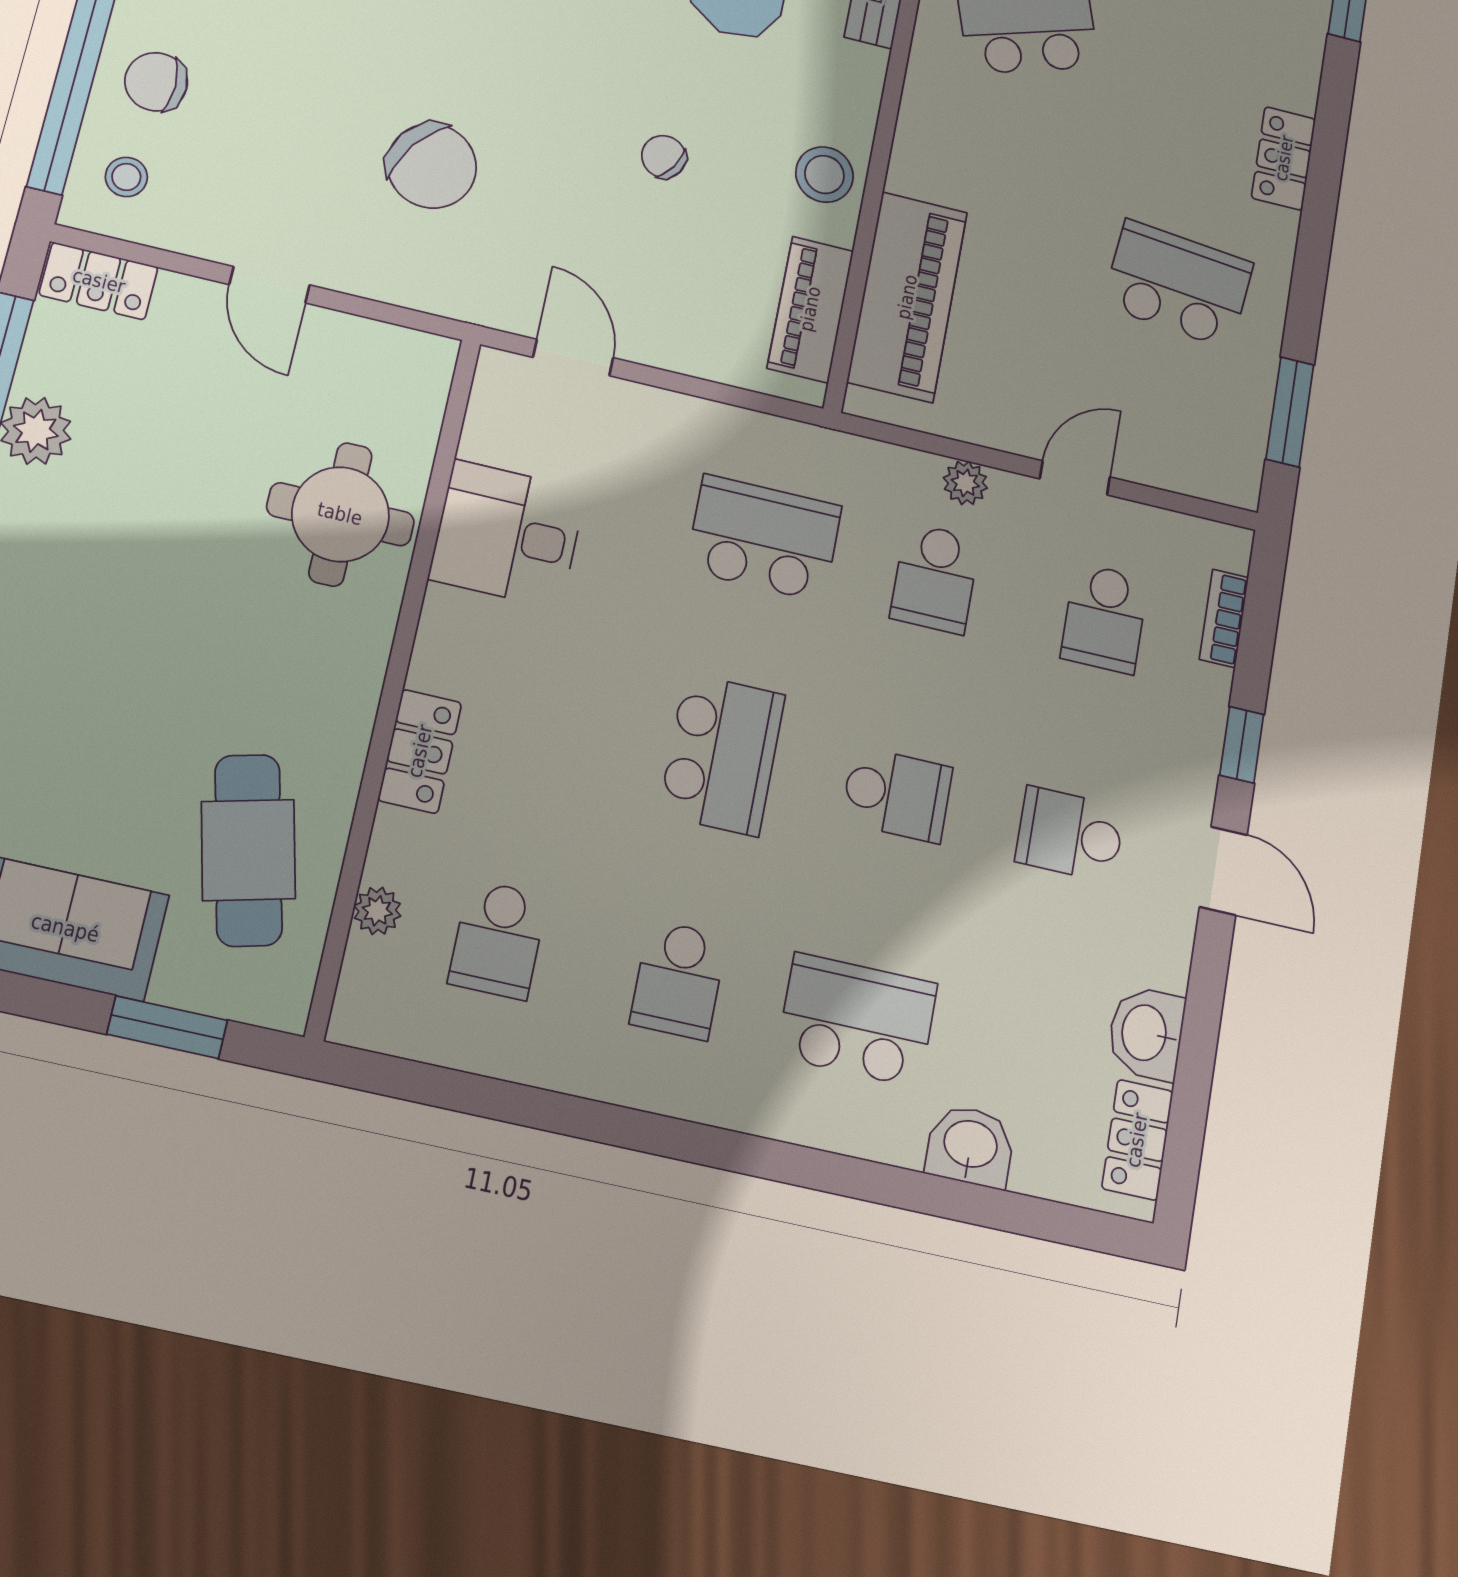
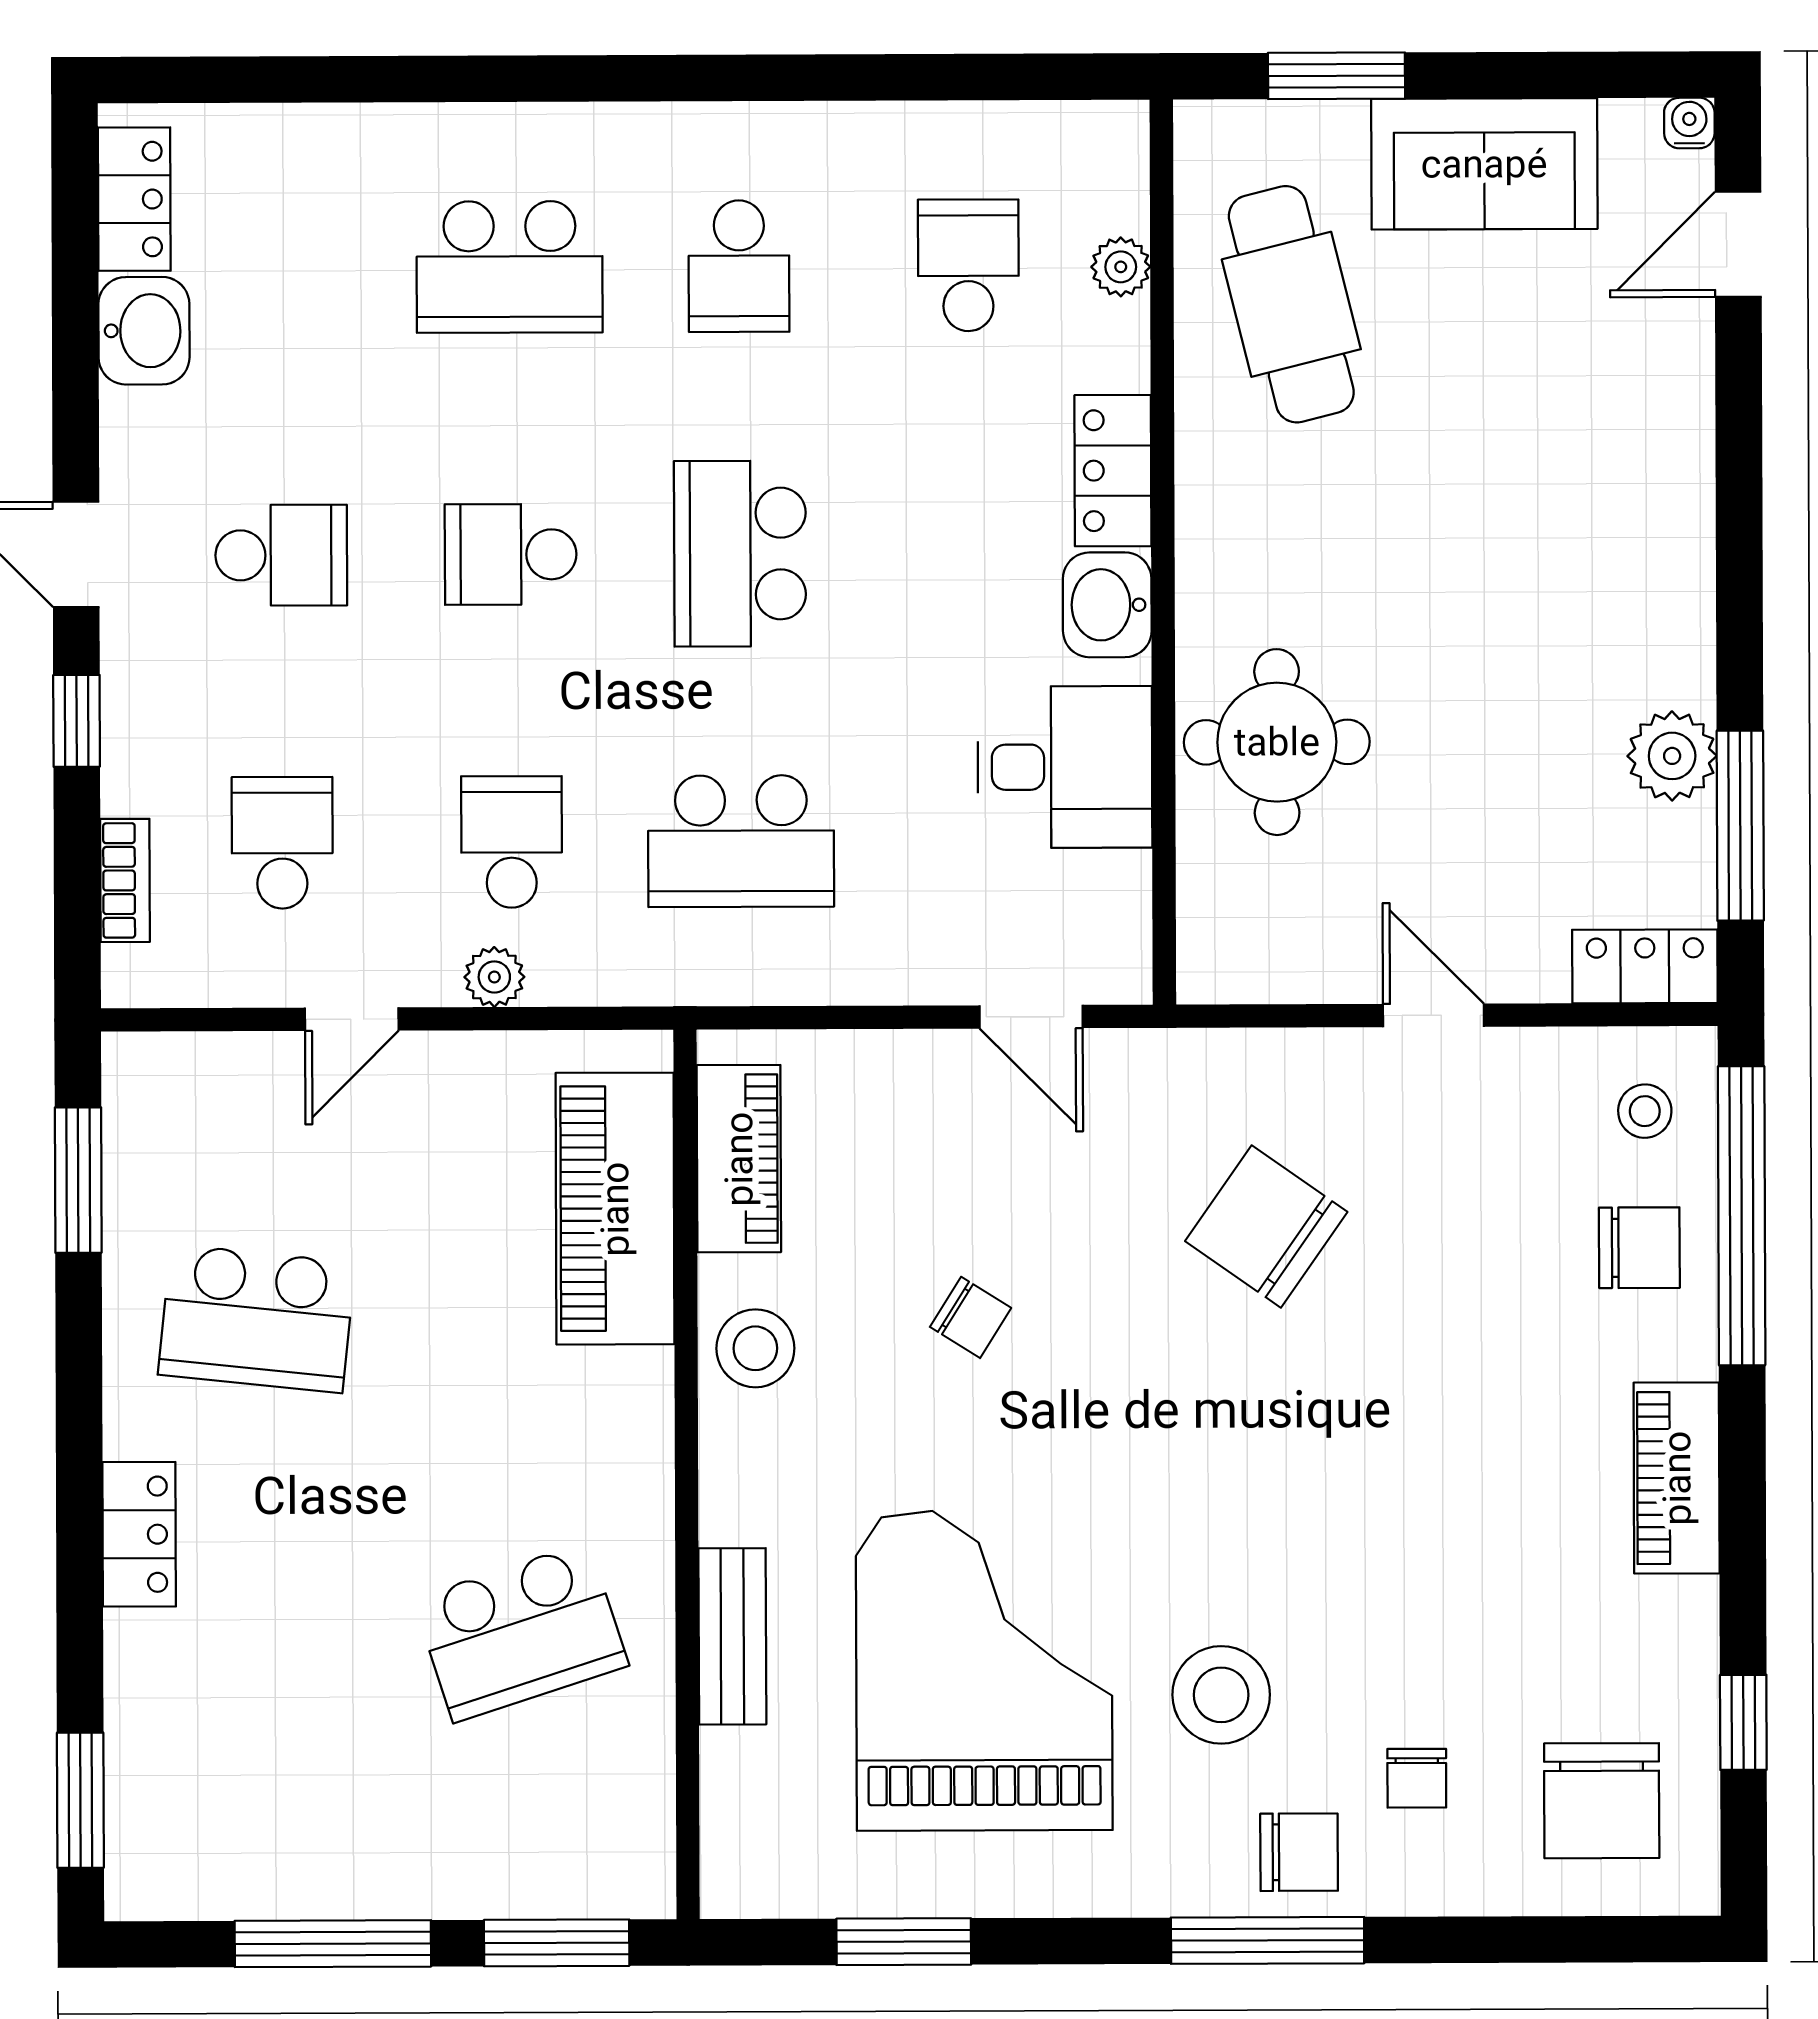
school desk: (678, 980) -> (739, 266), turned 180
washbasin: (970, 1146) -> (1107, 605), moved, turned 90

